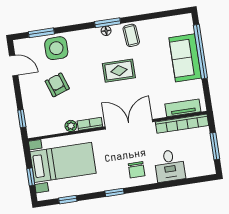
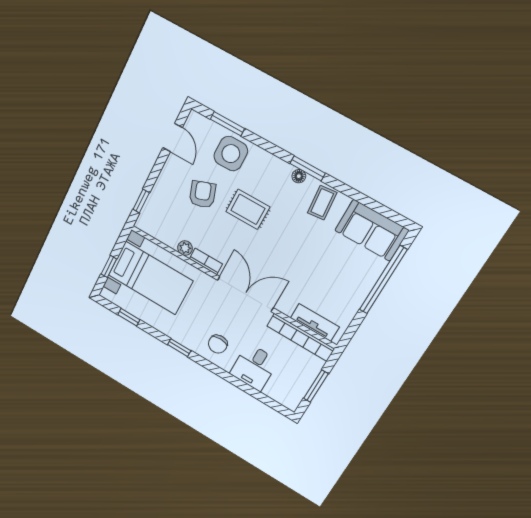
sofa: (185, 58) -> (372, 230), moved, turned -90
rug: (119, 71) -> (248, 209), moved

